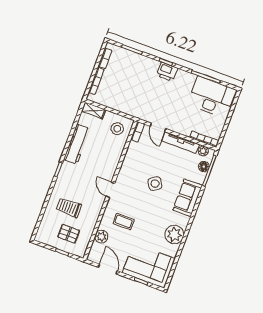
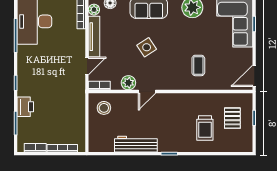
printer: (167, 72) -> (25, 107), moved
shelving: (94, 110) -> (94, 140), removed
door: (110, 190) -> (147, 91), moved
plant: (101, 237) -> (128, 83), moved
door: (108, 269) -> (254, 76), moved

